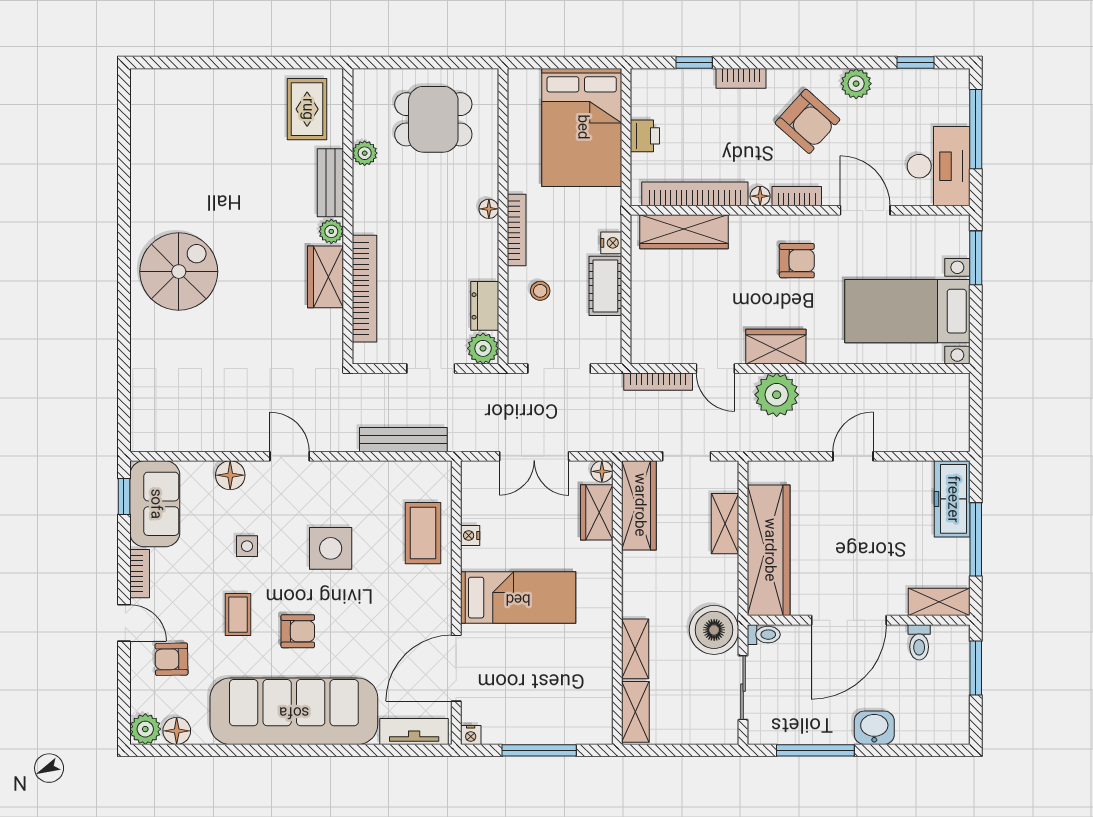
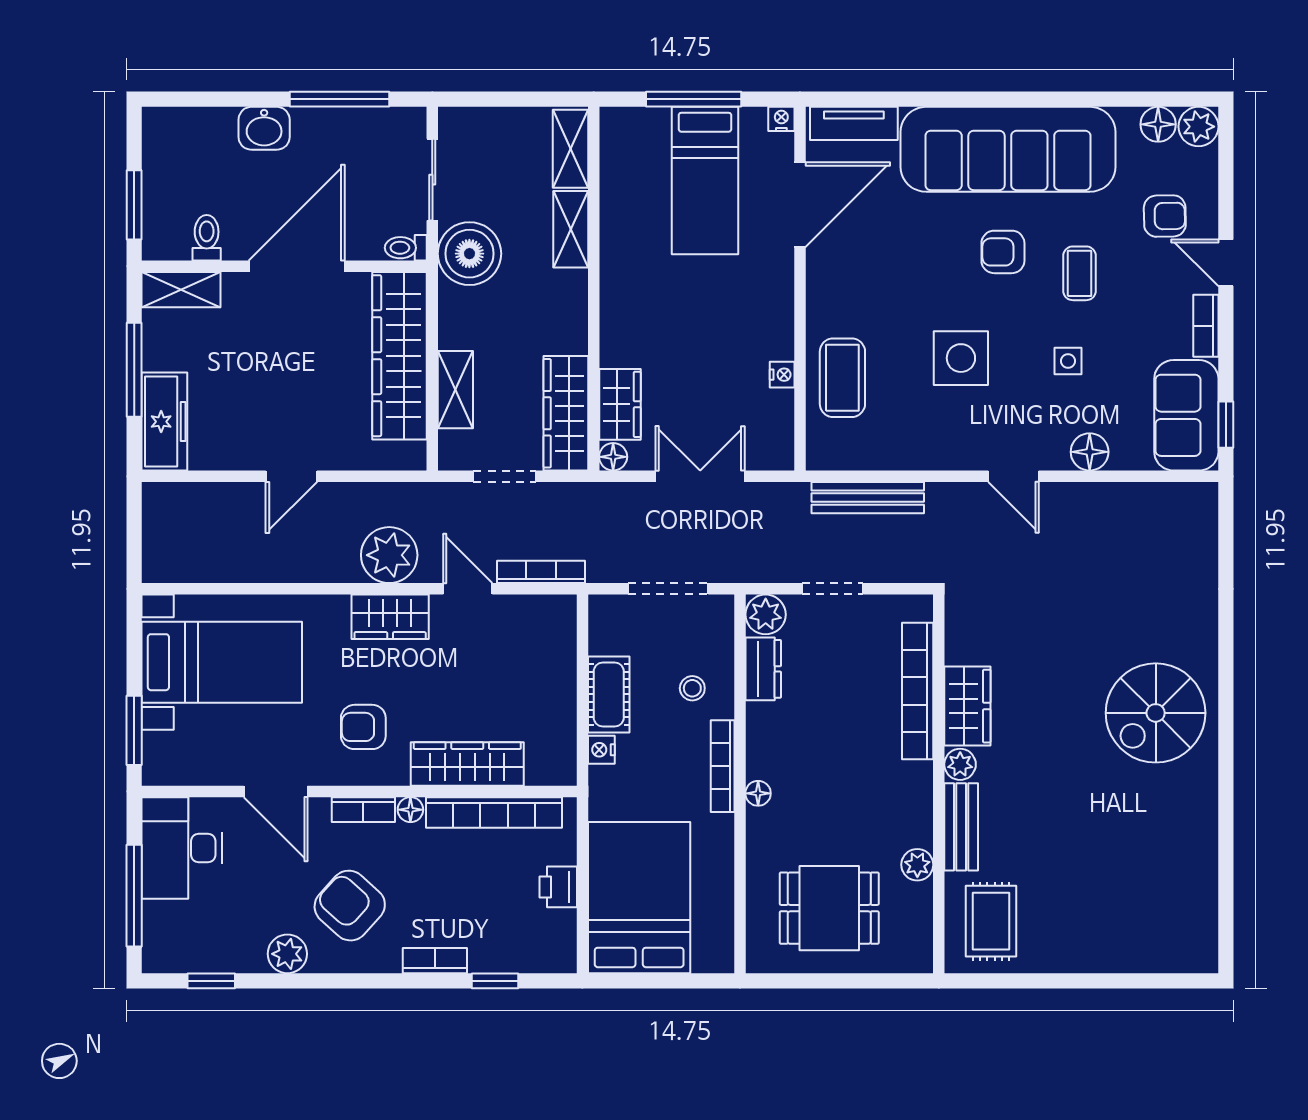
wardrobe: (684, 232) -> (467, 764), moved
bed: (518, 598) -> (705, 181), moved, turned -90

